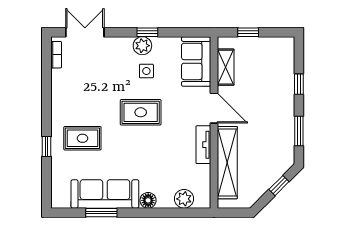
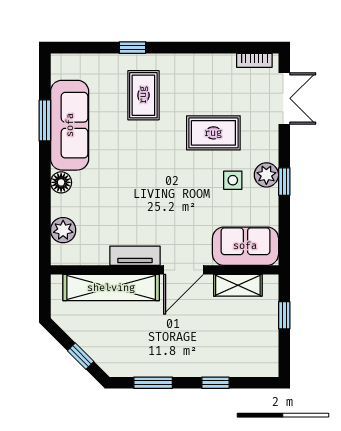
rug: (141, 112) -> (213, 133), moved, turned 90

